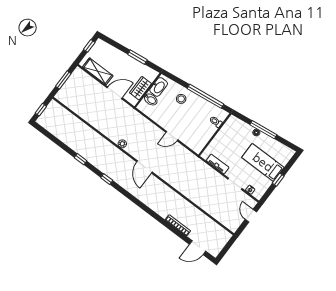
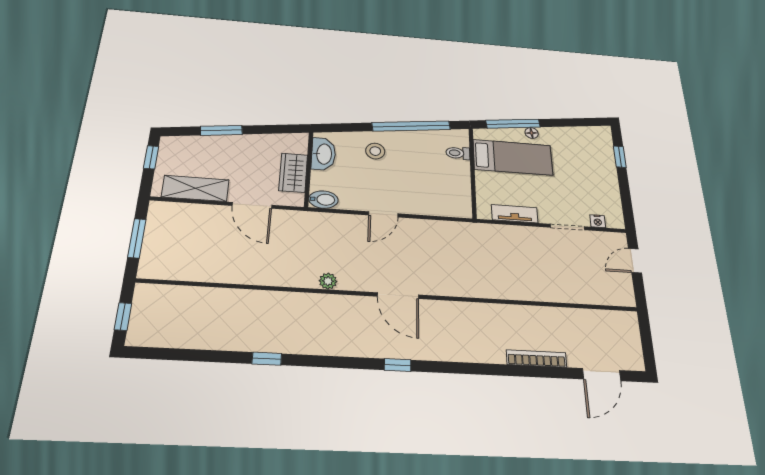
window: (137, 57) -> (221, 130), moved
door: (115, 93) -> (252, 205), swing flipped
bidet: (151, 99) -> (323, 200), moved
window: (263, 130) -> (513, 124), moved
door: (172, 136) -> (383, 214), moved
bed: (263, 162) -> (513, 157), moved, turned 180
window: (107, 179) -> (398, 365), moved
window: (278, 180) -> (620, 157), moved
door: (251, 216) -> (635, 261), hinge flipped

